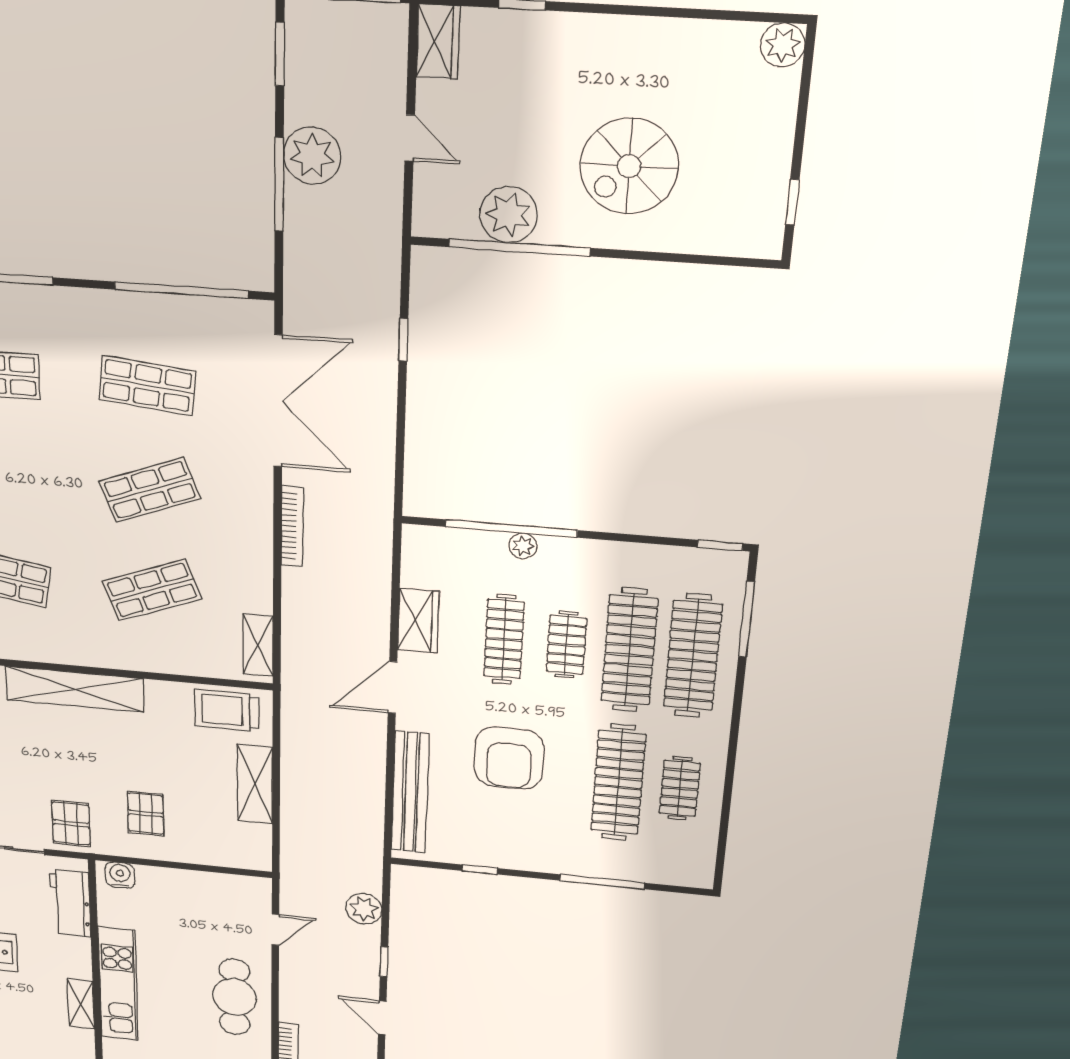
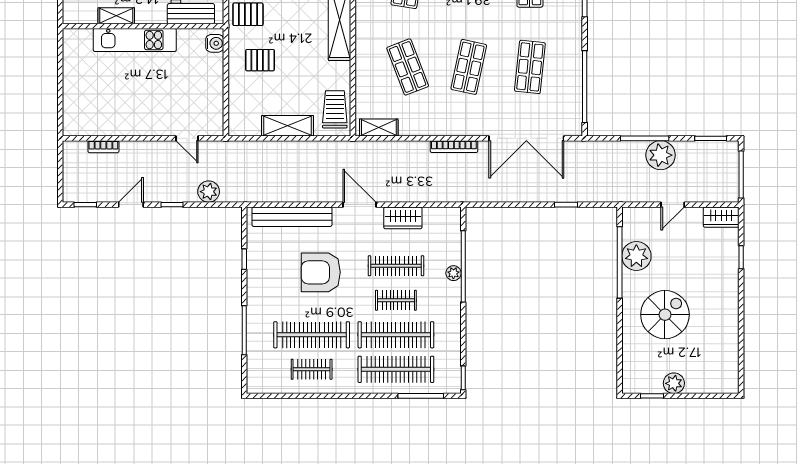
plant: (783, 45) -> (674, 383), moved
spiral stairs: (629, 166) -> (665, 315), turned 90
shop shelf: (150, 490) -> (469, 67), turned 33
cafe table: (235, 997) -> (134, 113), removed

